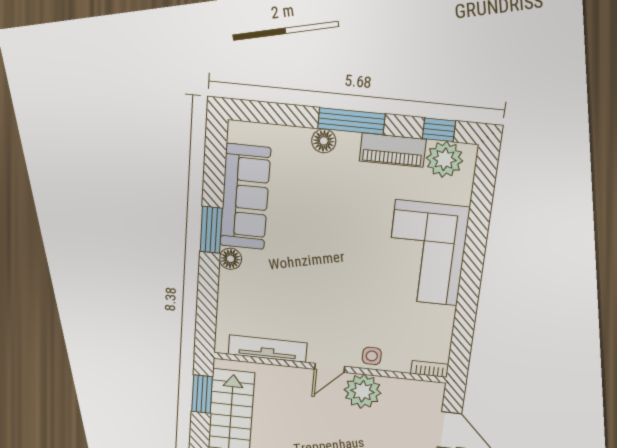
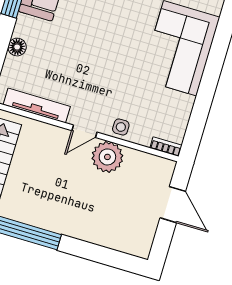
floor lamp: (230, 259) -> (17, 47), moved

